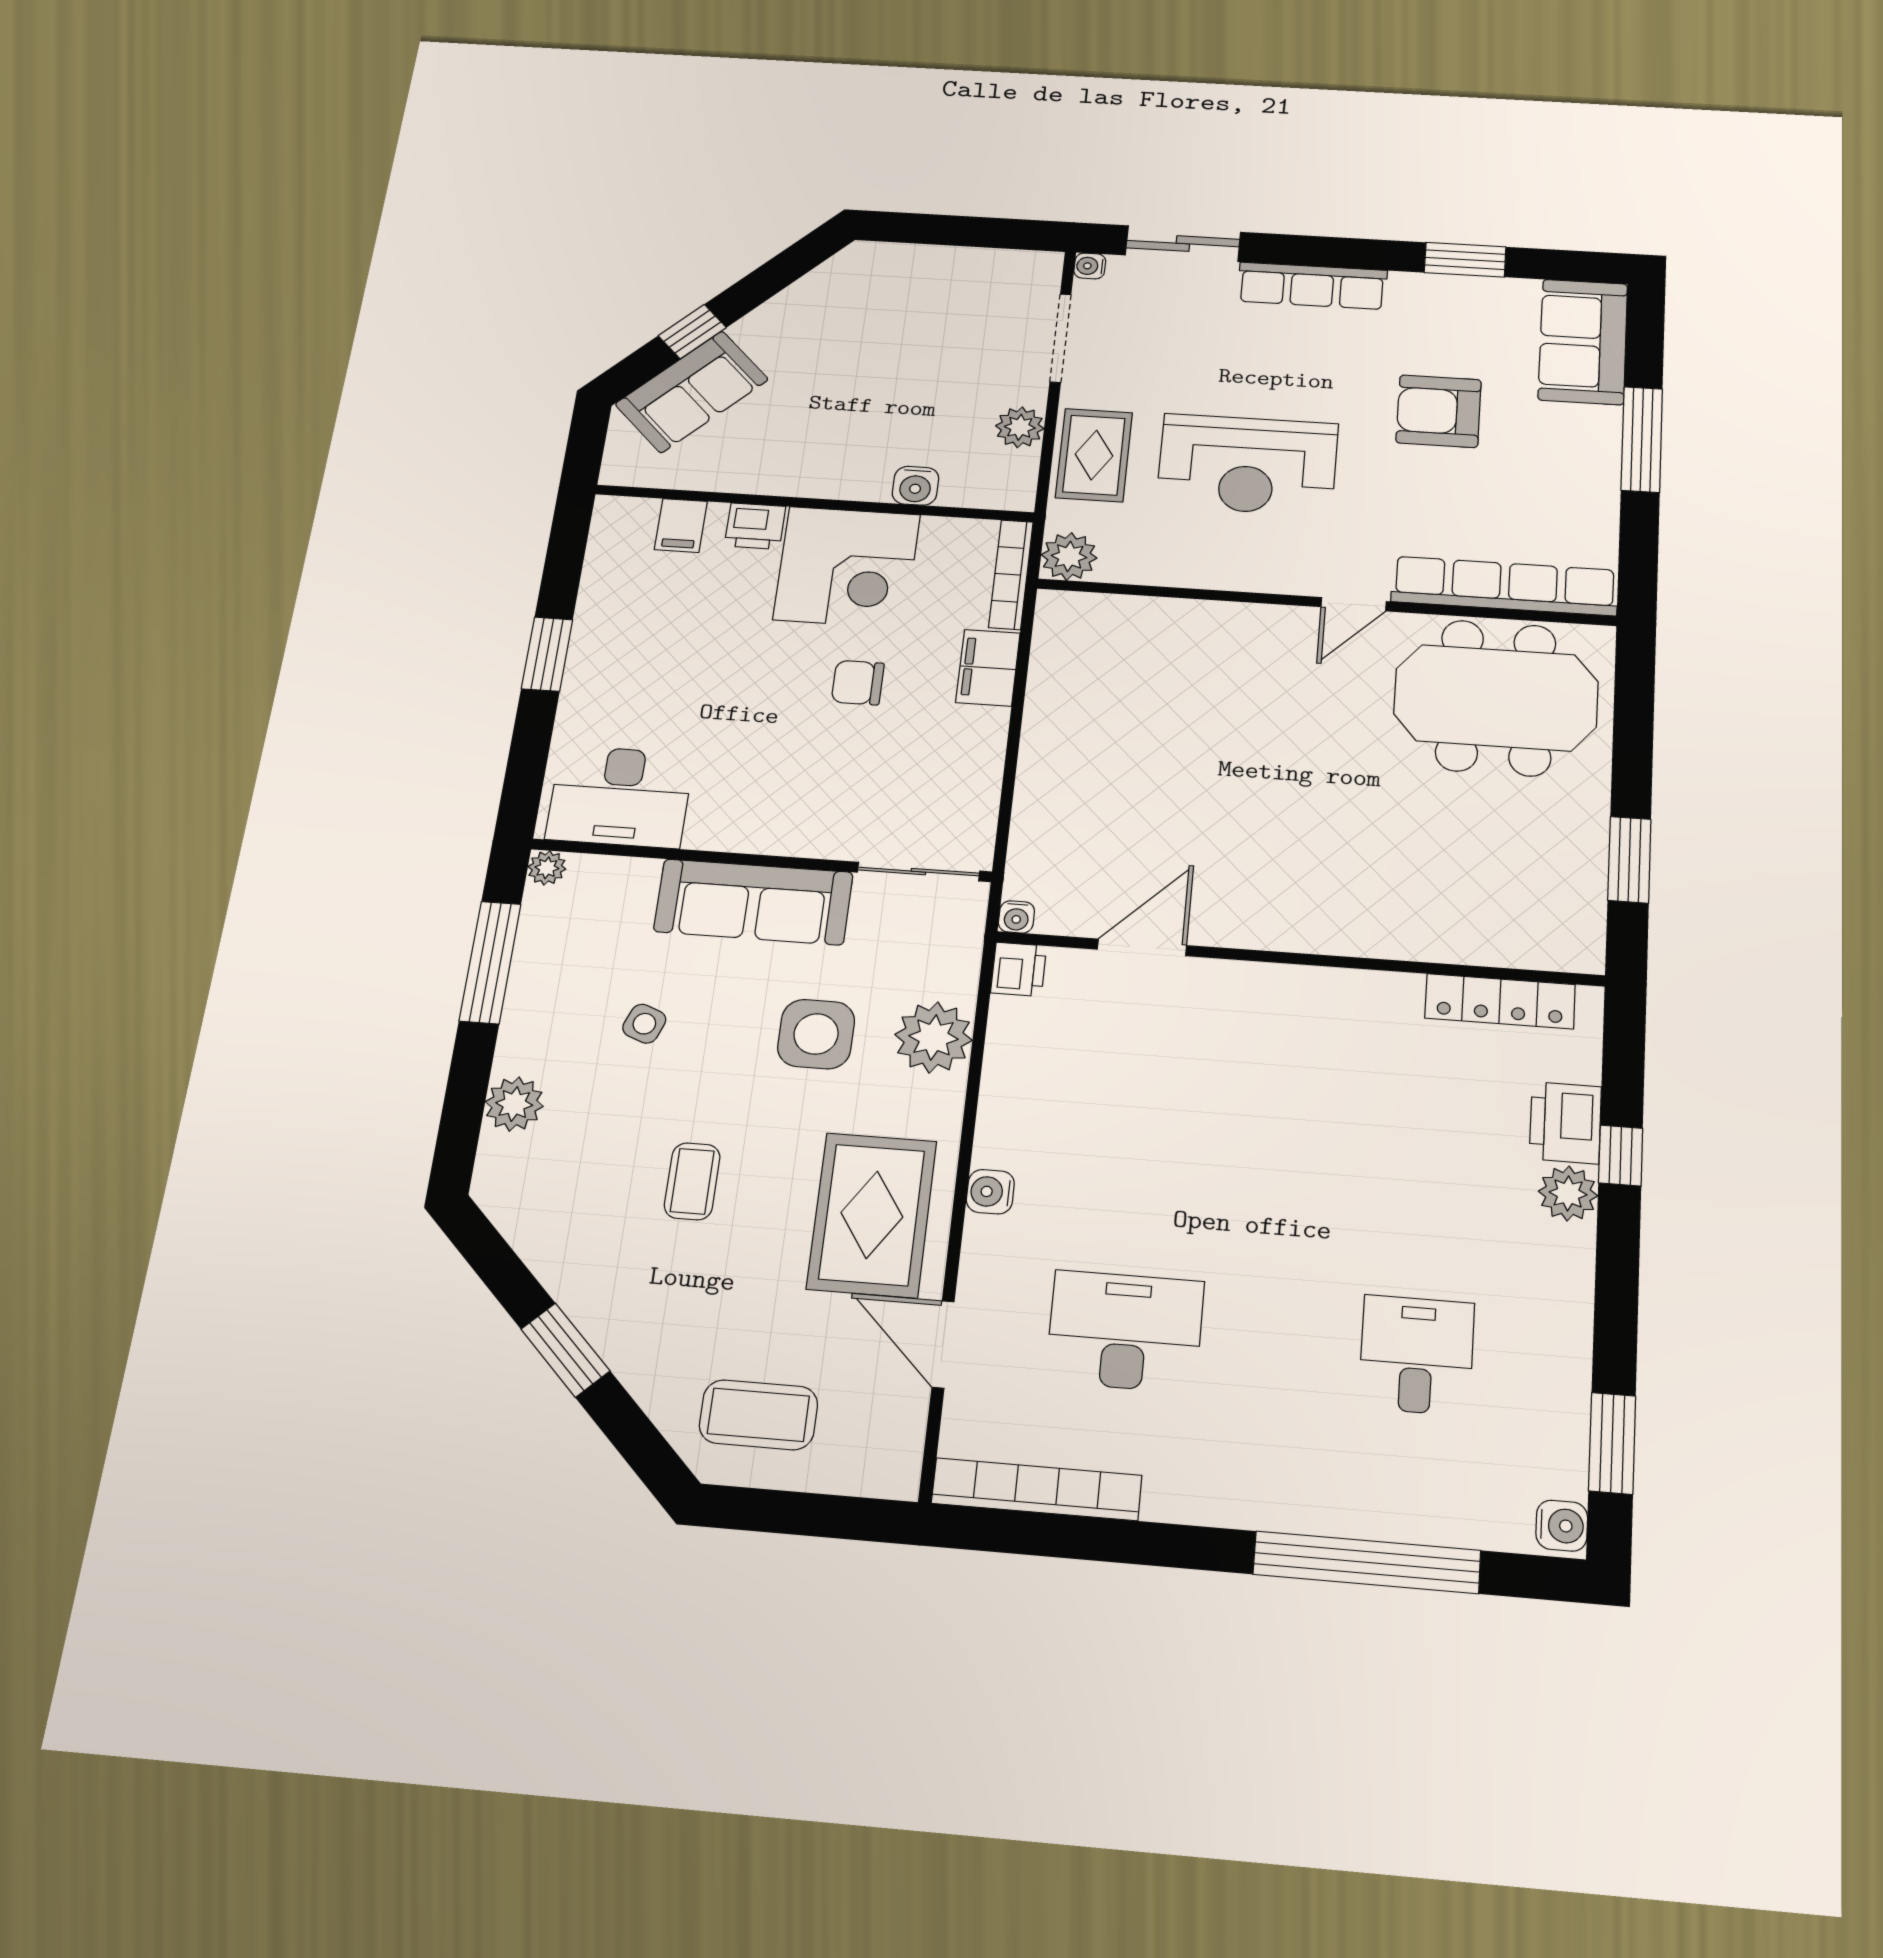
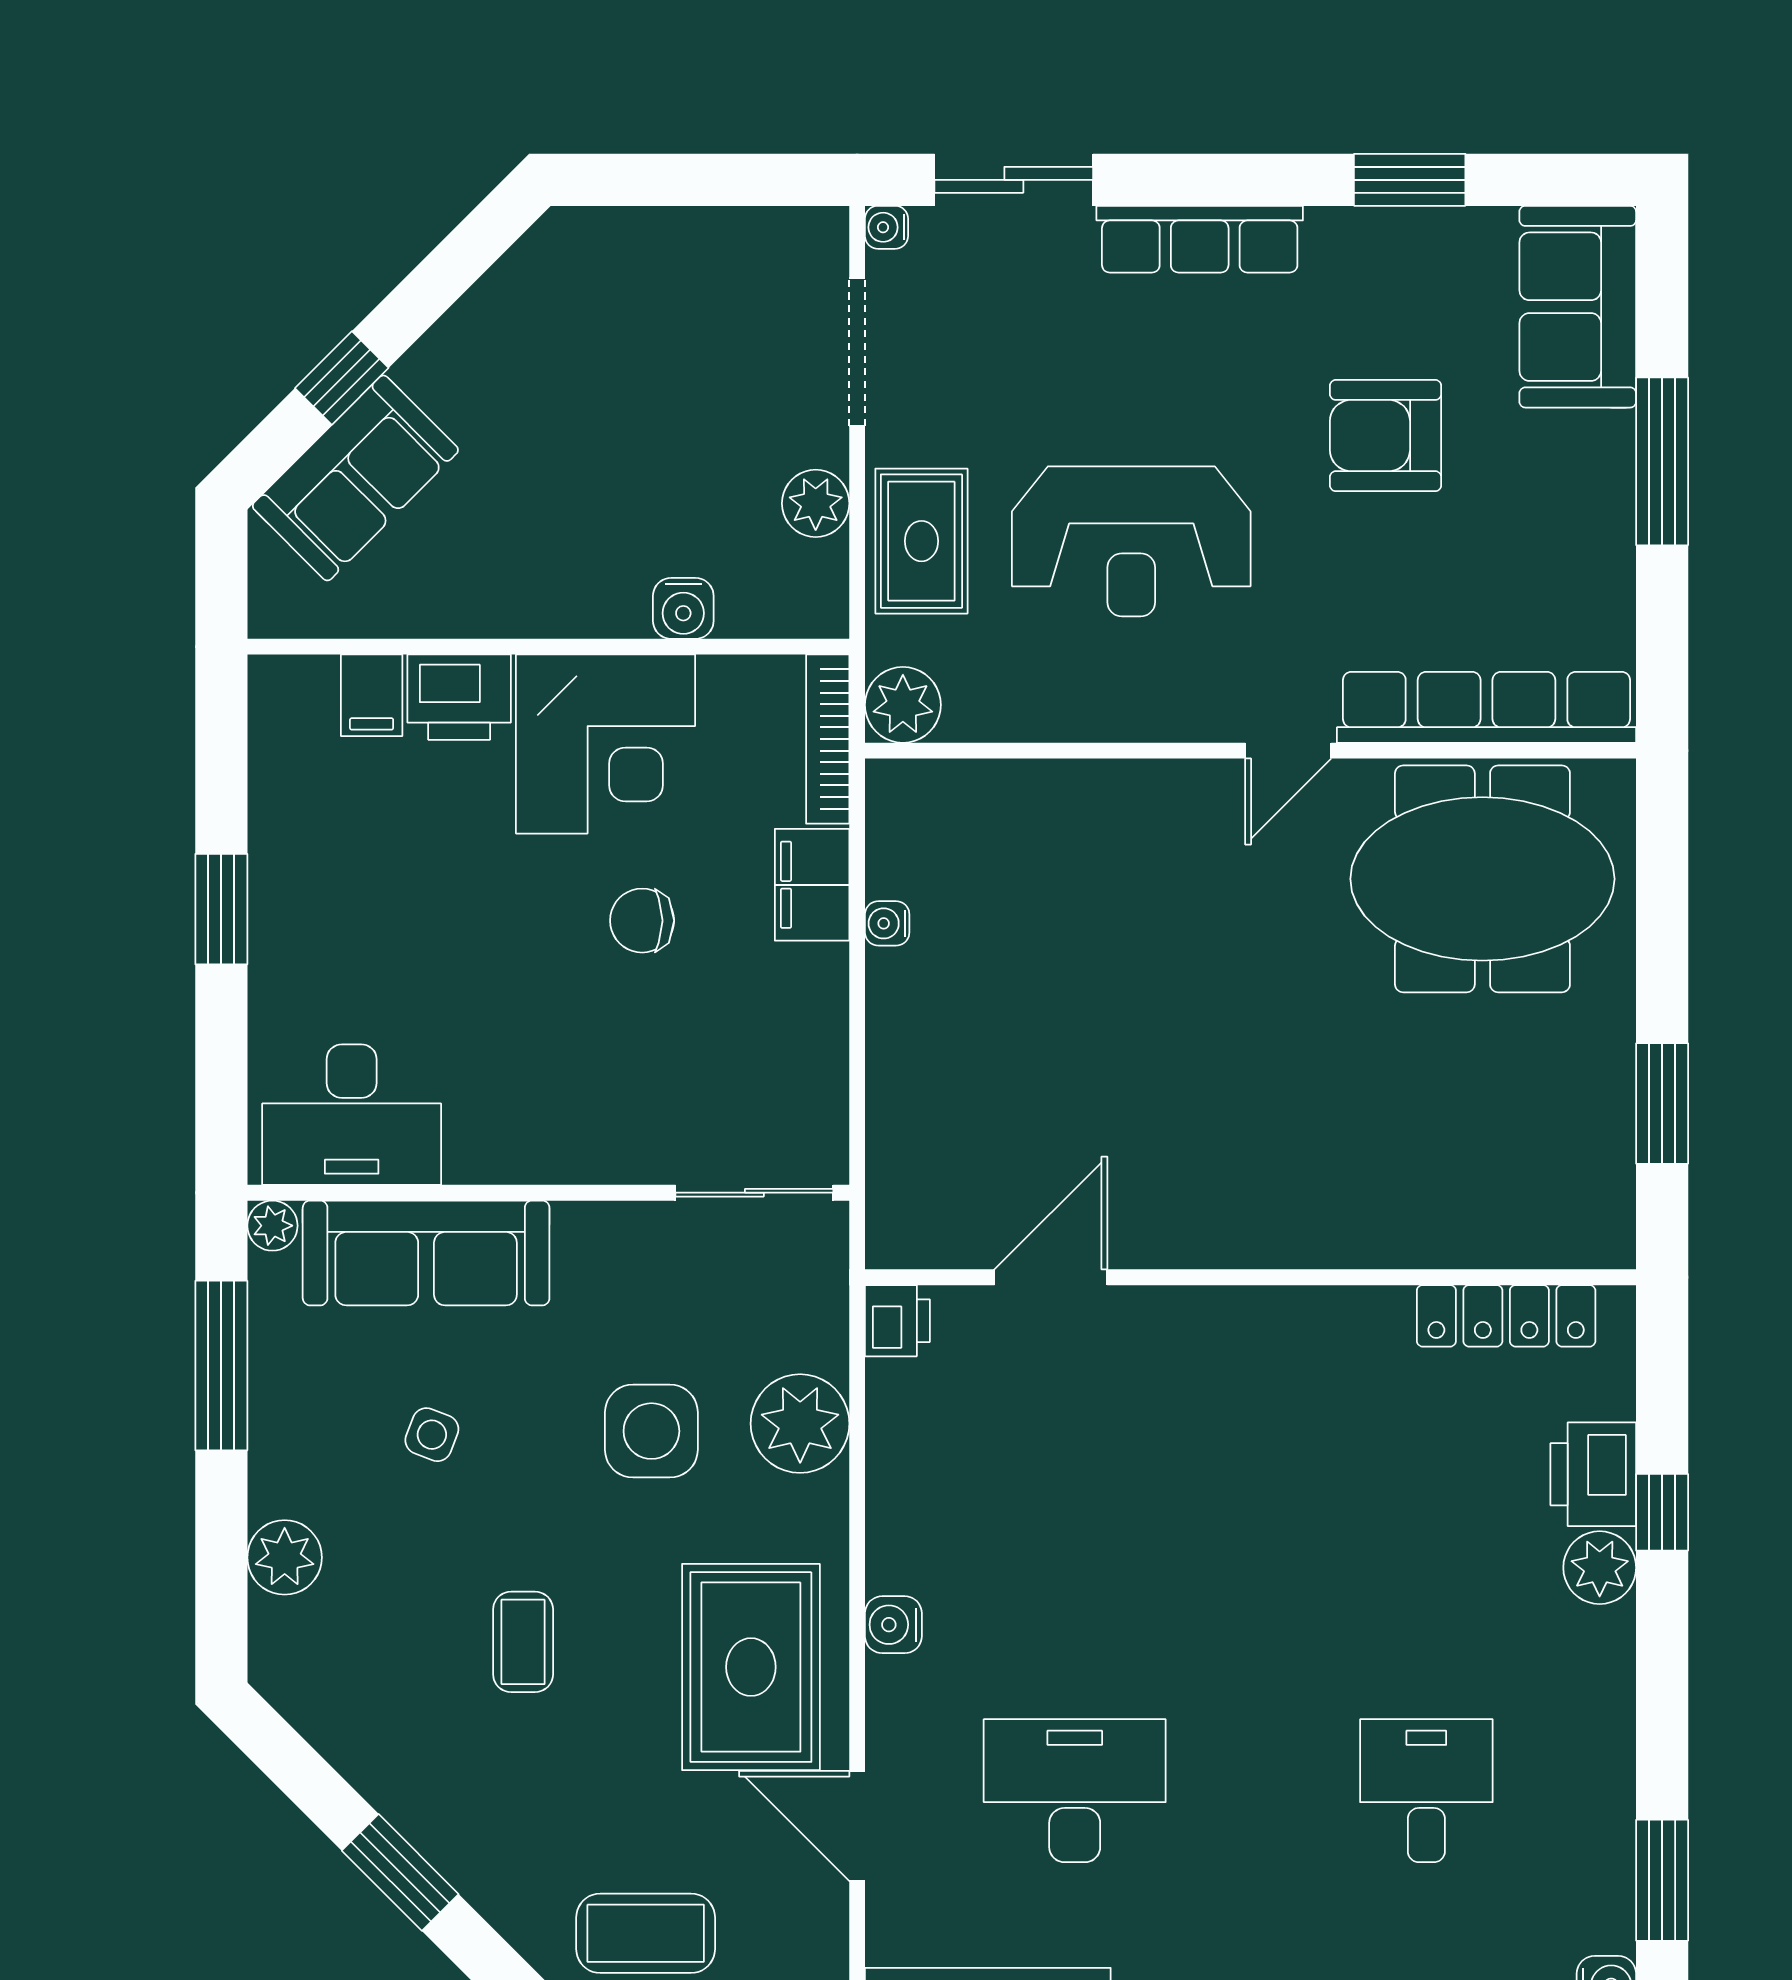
printer: (755, 526) -> (459, 697), width x1.36, depth x1.24
sofa: (753, 902) -> (426, 1253), moved
water cooler: (1016, 917) -> (887, 923), moved, turned 90

